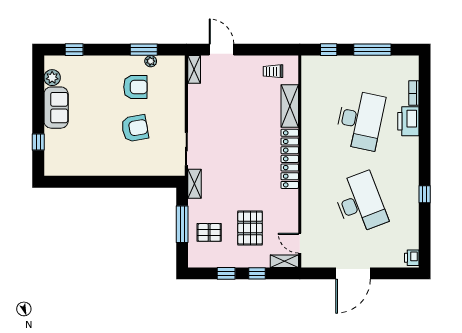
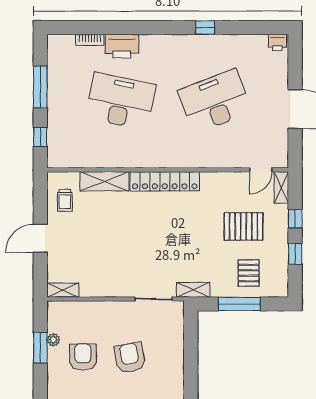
door: (222, 50) -> (40, 238), moved

